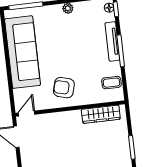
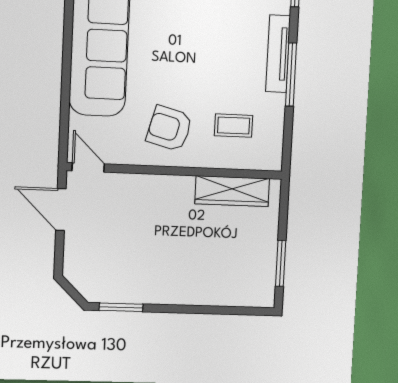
coffee table: (111, 83) -> (234, 126), moved
door: (27, 114) -> (88, 167), hinge flipped

